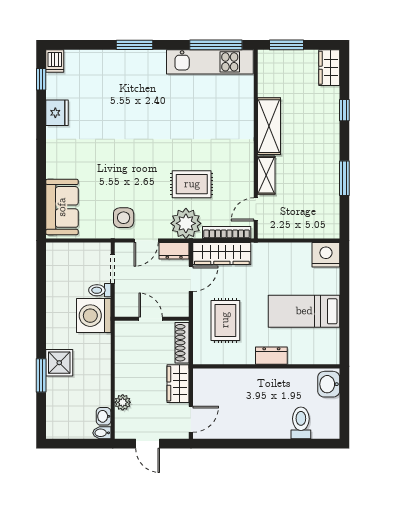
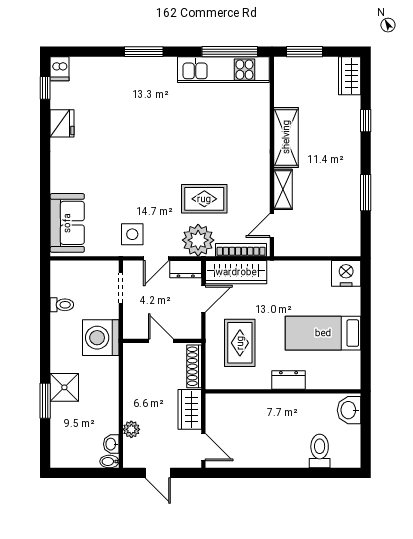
toilet: (100, 290) -> (62, 305), moved, turned 180
door: (191, 419) -> (203, 447), hinge flipped

